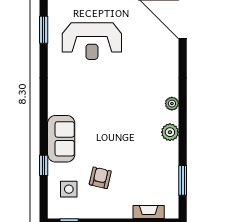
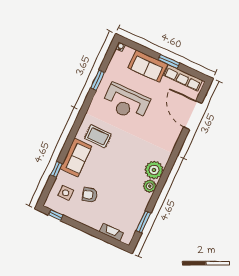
rug: (76, 100) -> (98, 136), added
plant: (172, 104) -> (154, 170), width x1.88, depth x1.88
armchair: (100, 178) -> (90, 195), turned -117

